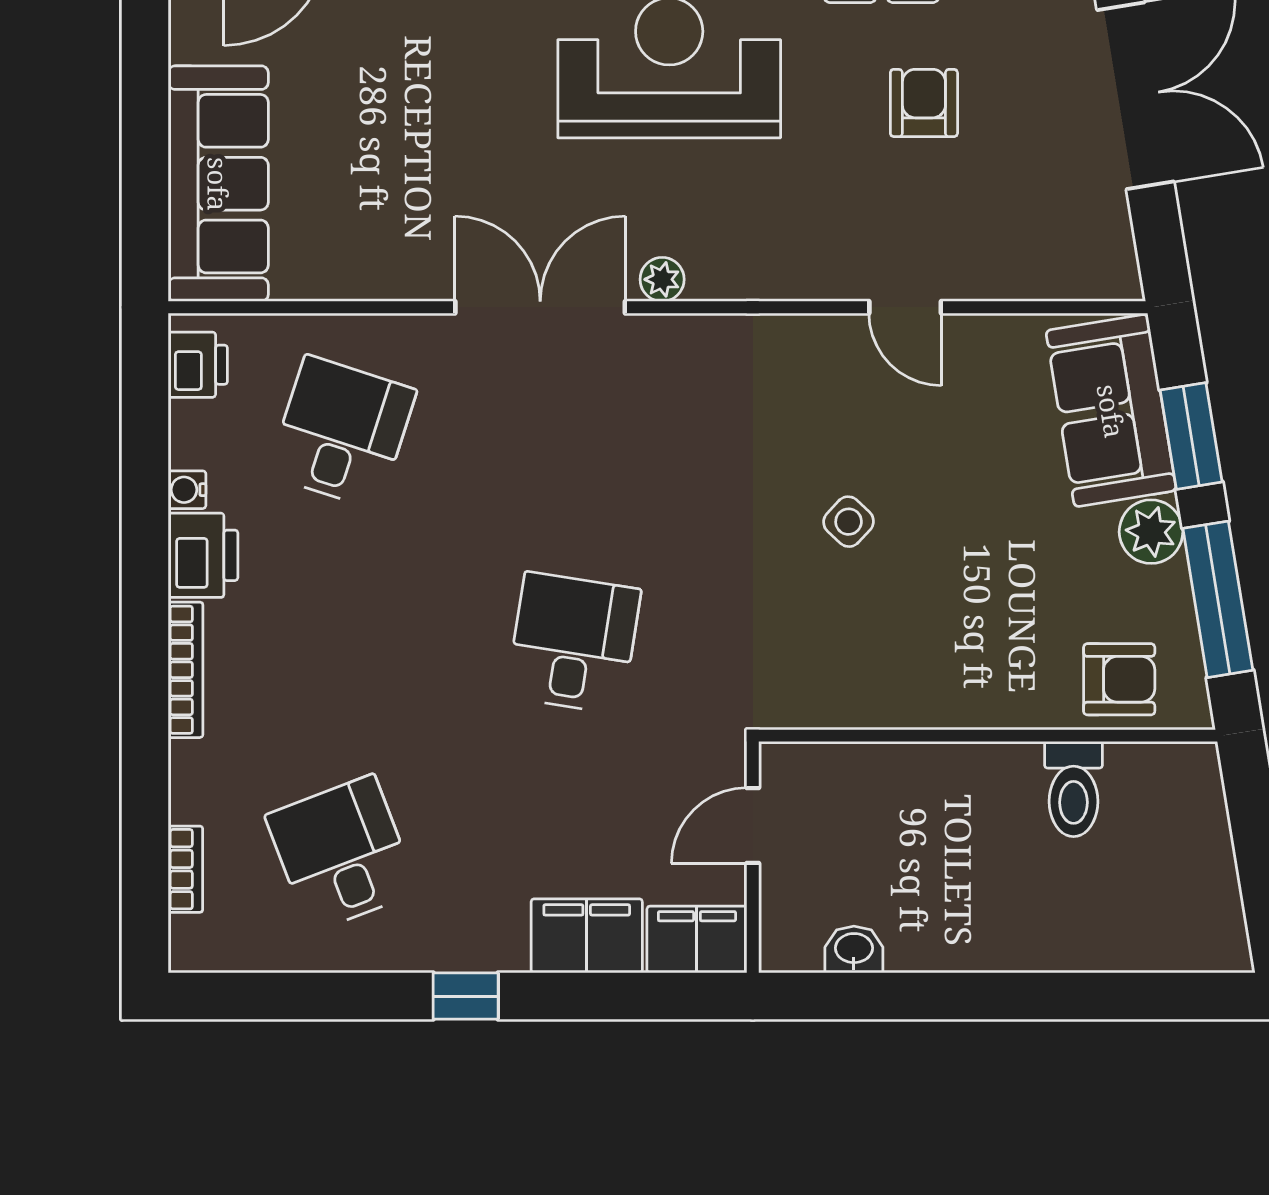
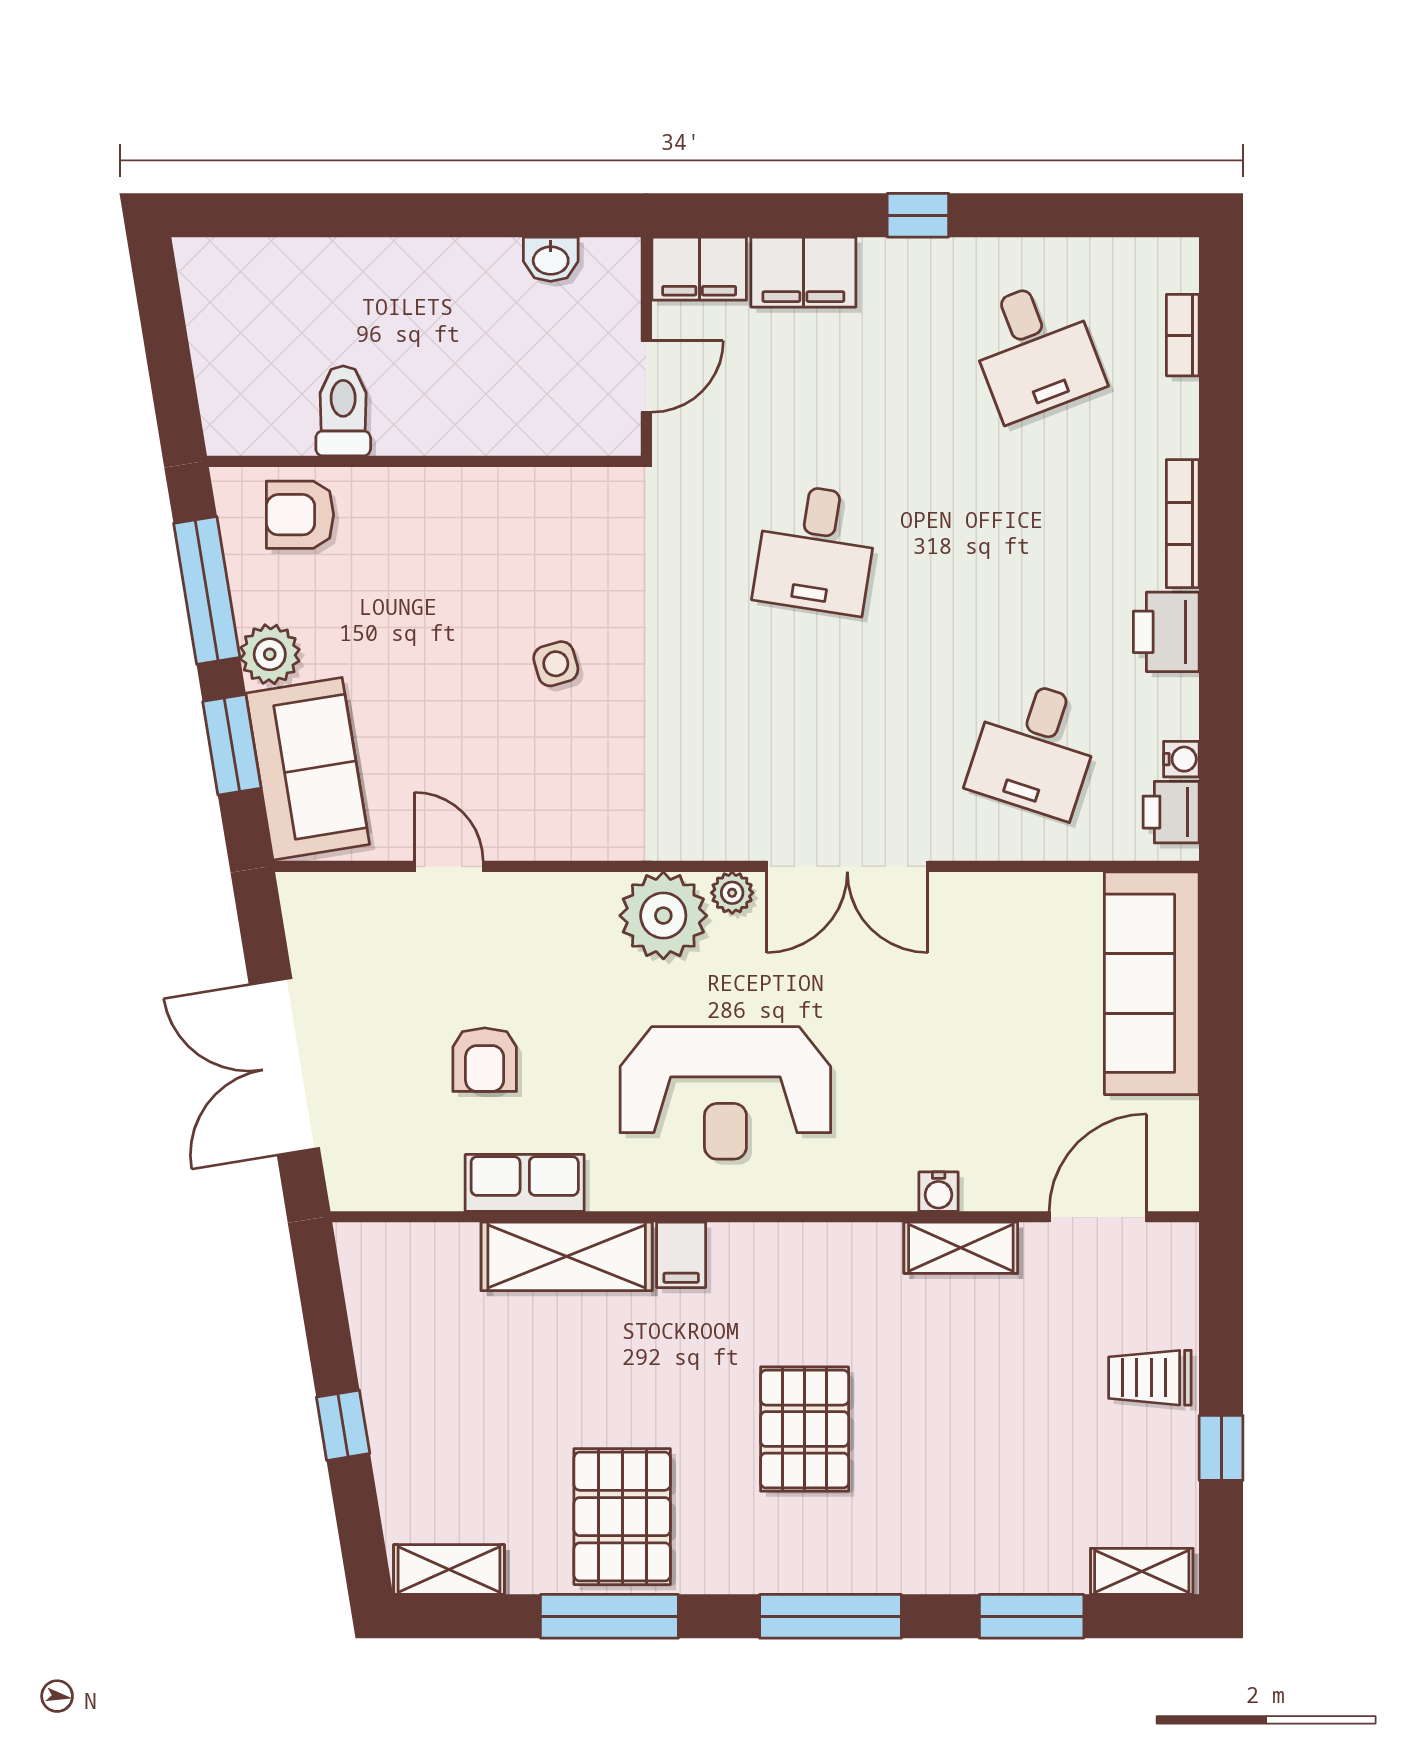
plant: (735, 255) -> (663, 916), added
door: (905, 307) -> (449, 866), moved
water cooler: (187, 490) -> (1181, 759), moved
side table: (849, 522) -> (556, 664), turned 31

